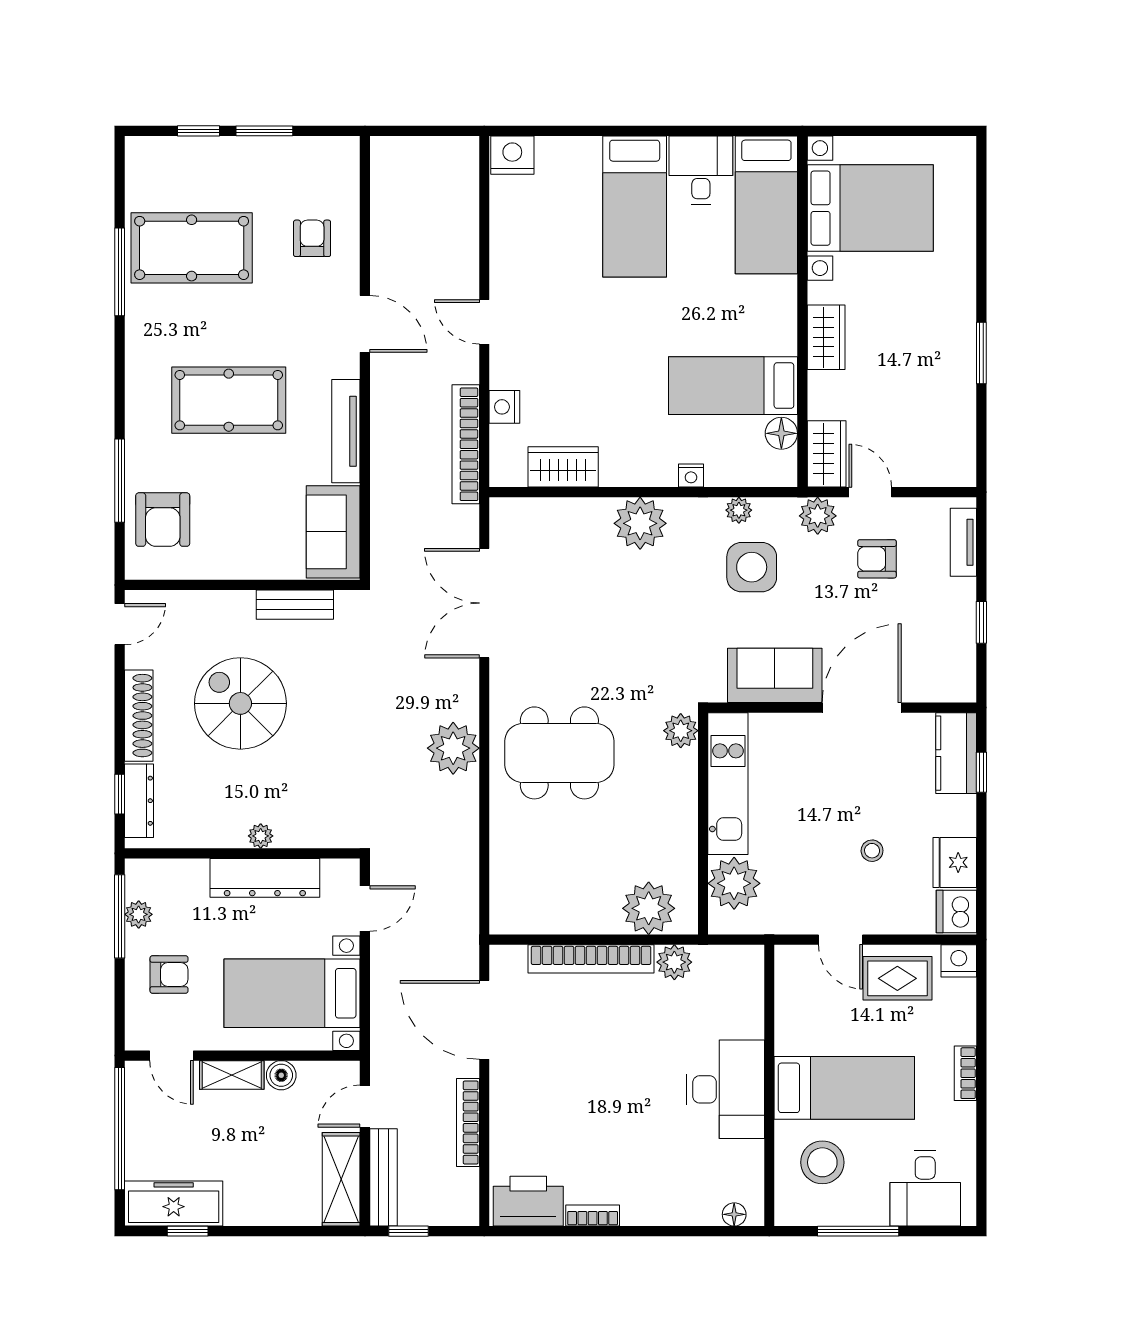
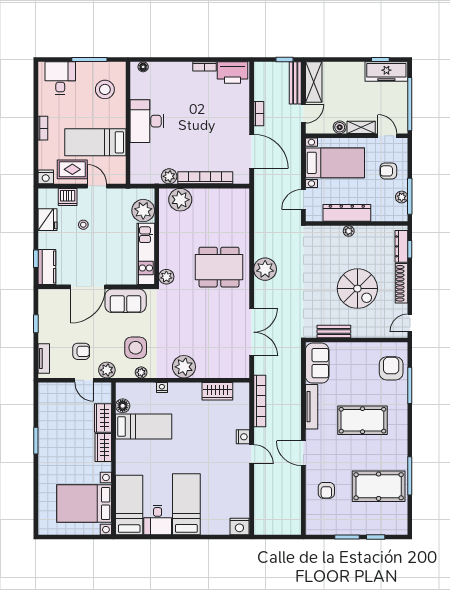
nightstand: (504, 407) -> (243, 437), moved
wardrobe: (827, 454) -> (103, 418), moved
dishwasher: (956, 912) -> (68, 197), moved, turned 90
bed: (844, 1088) -> (95, 142), moved
bookcase: (468, 1123) -> (259, 114), width x0.64

